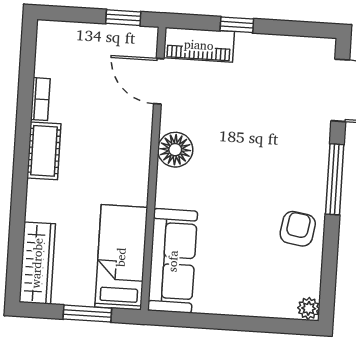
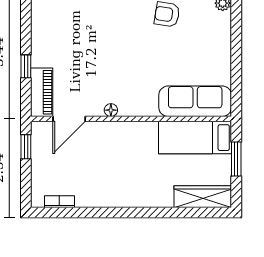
bookcase: (40, 99) -> (59, 202), moved
floor lamp: (175, 150) -> (111, 110), width x0.53, depth x0.53
cot: (44, 151) -> (123, 197), removed

